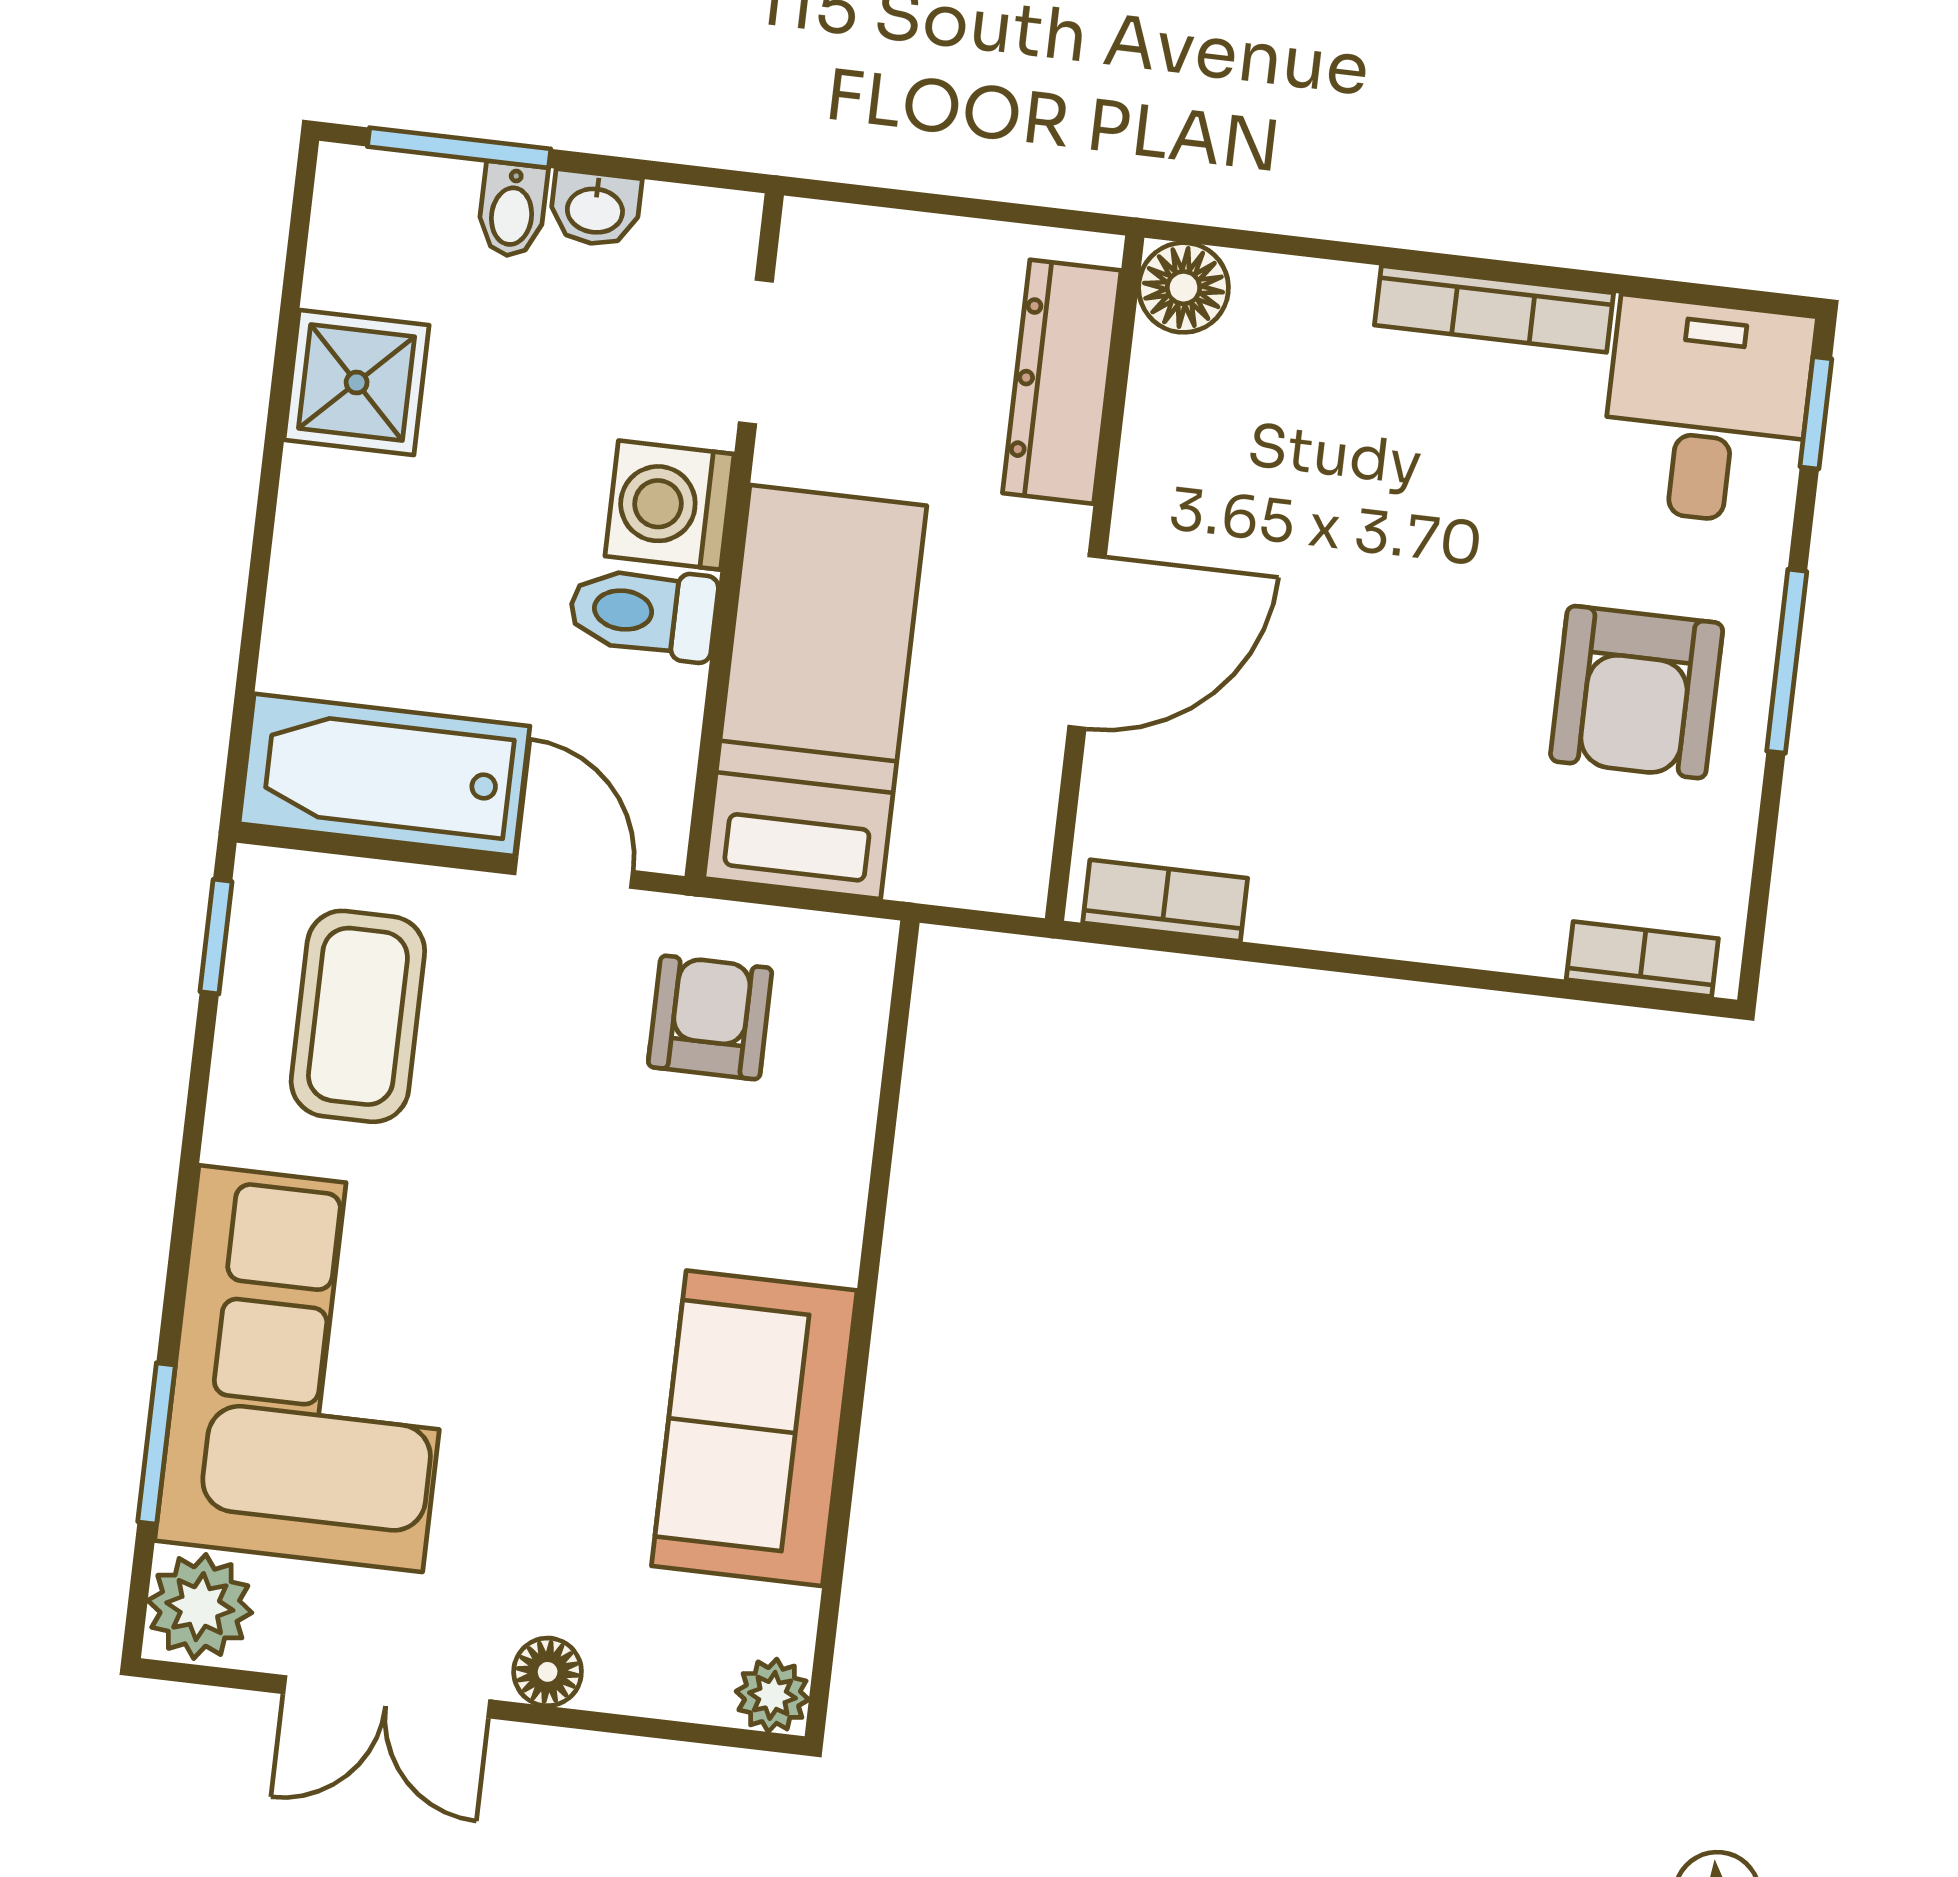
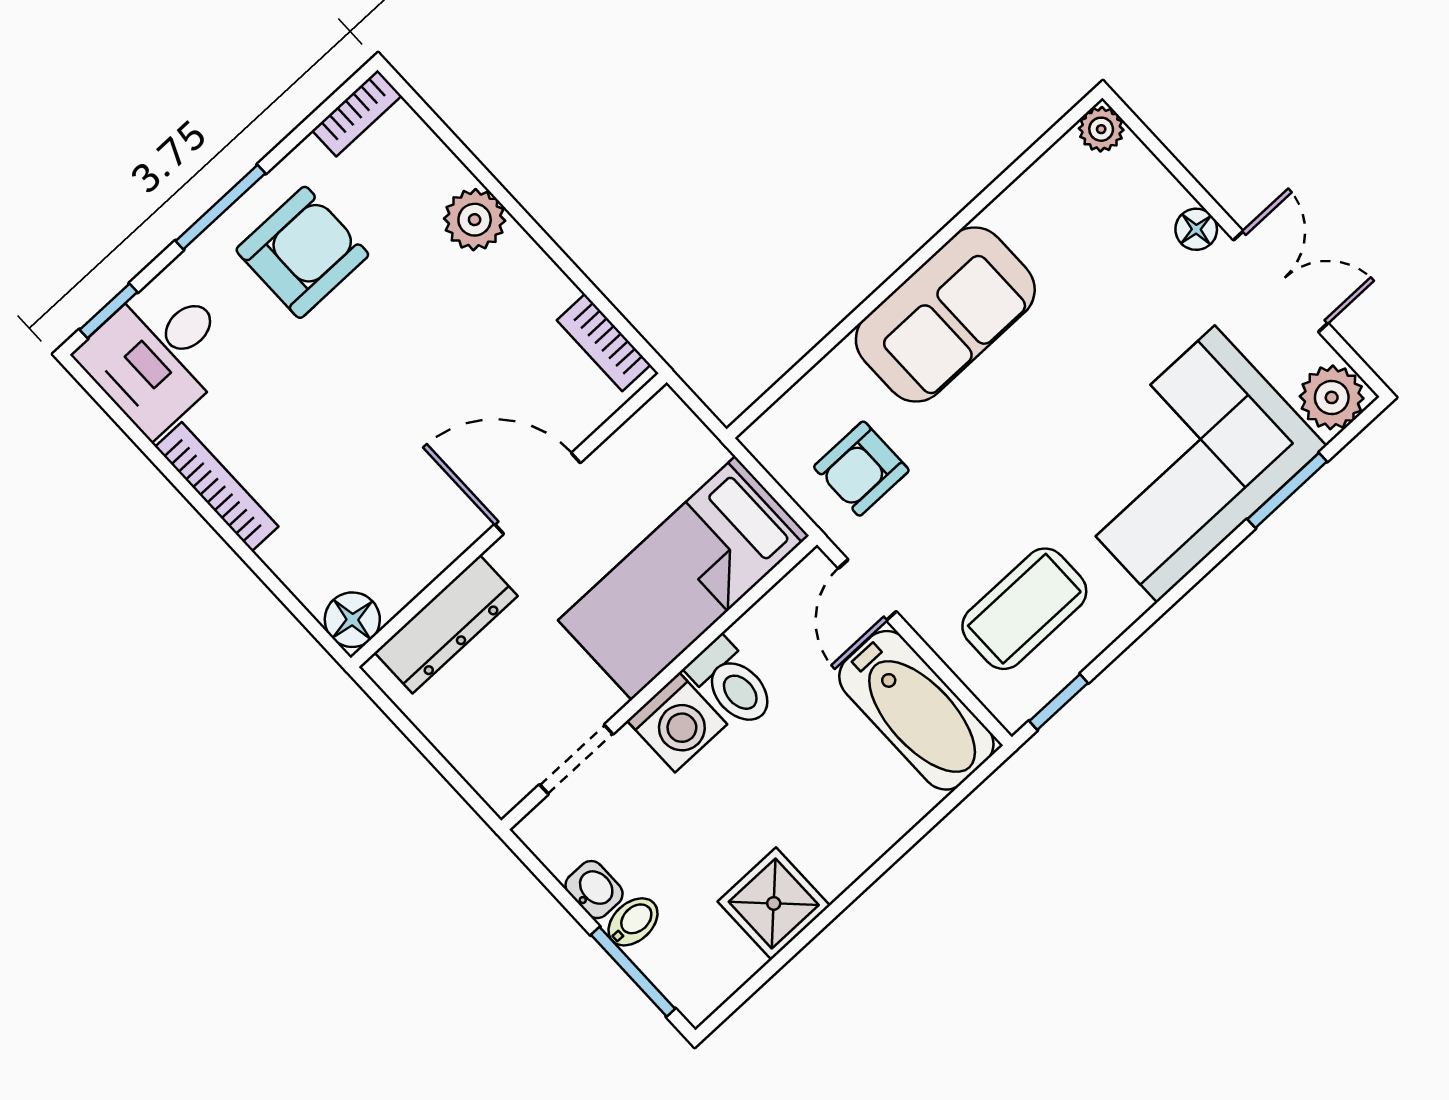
plant: (1457, 916) -> (475, 220), added
bookcase: (1642, 959) -> (357, 113), moved, turned -90
sofa: (754, 1428) -> (945, 315), moved

